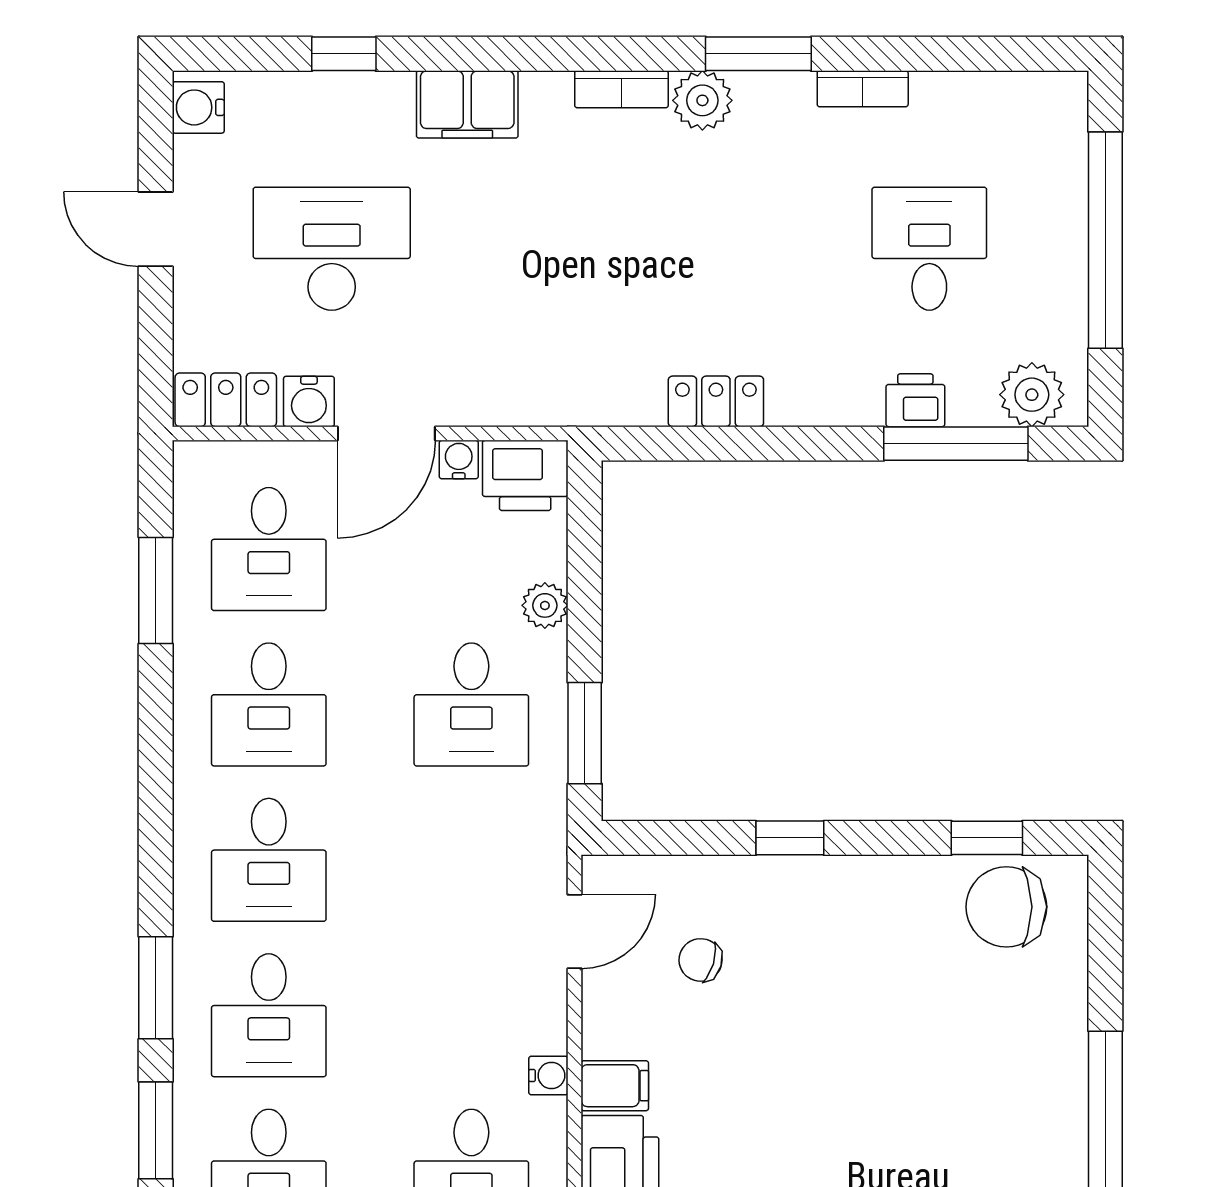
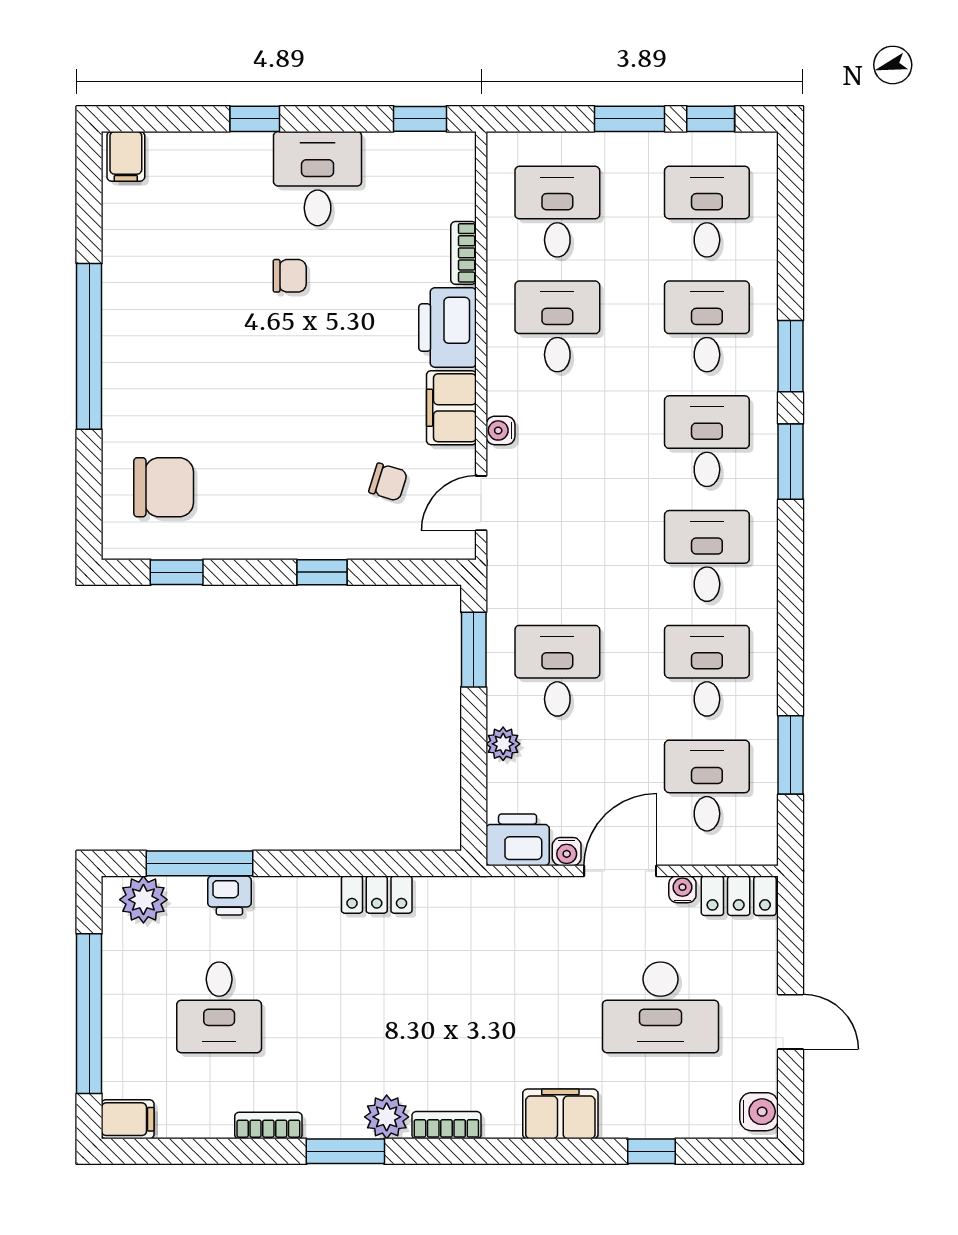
filing cabinet: (1053, 97) -> (128, 1119), added
water cooler: (309, 401) -> (682, 889), width x0.72, depth x0.72
chair: (1006, 907) -> (164, 487), moved
water cooler: (548, 1075) -> (500, 430), moved
filing cabinet: (615, 1086) -> (451, 408), width x2.00

